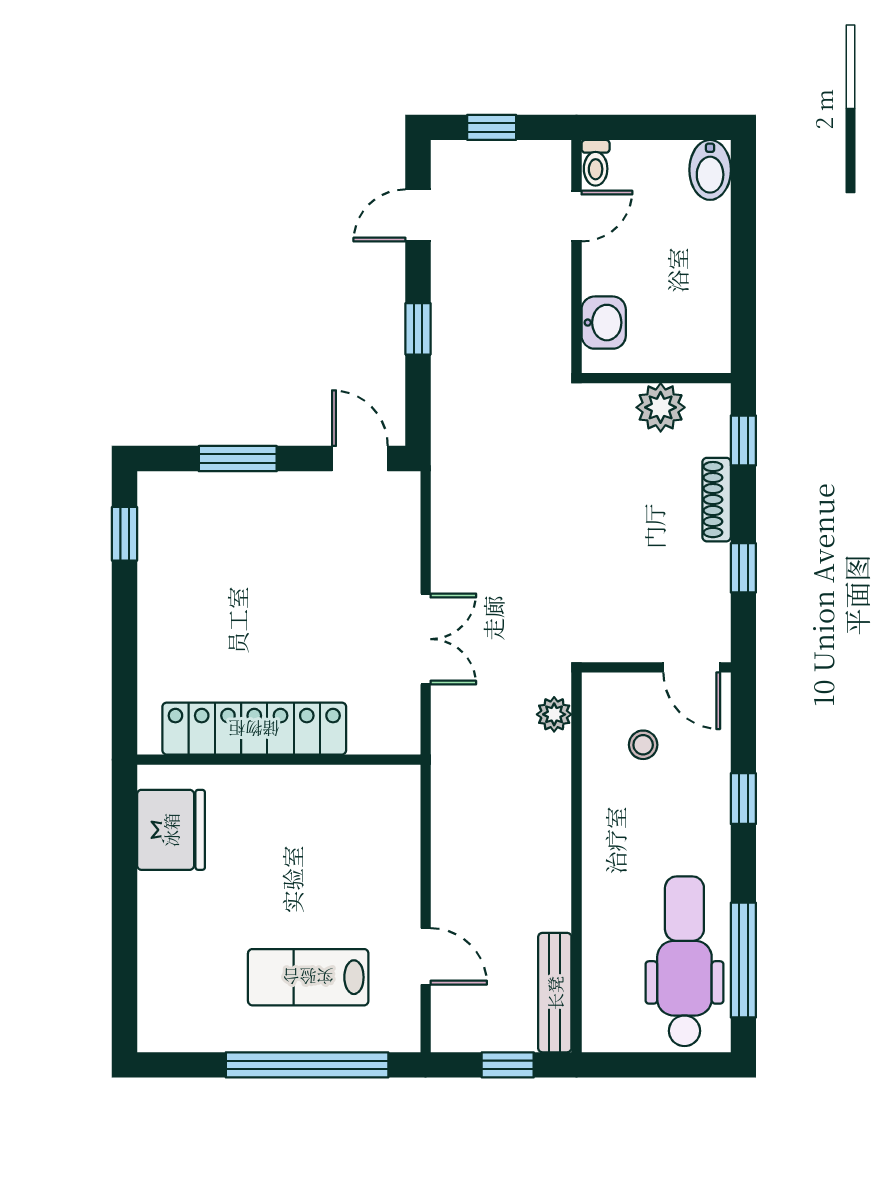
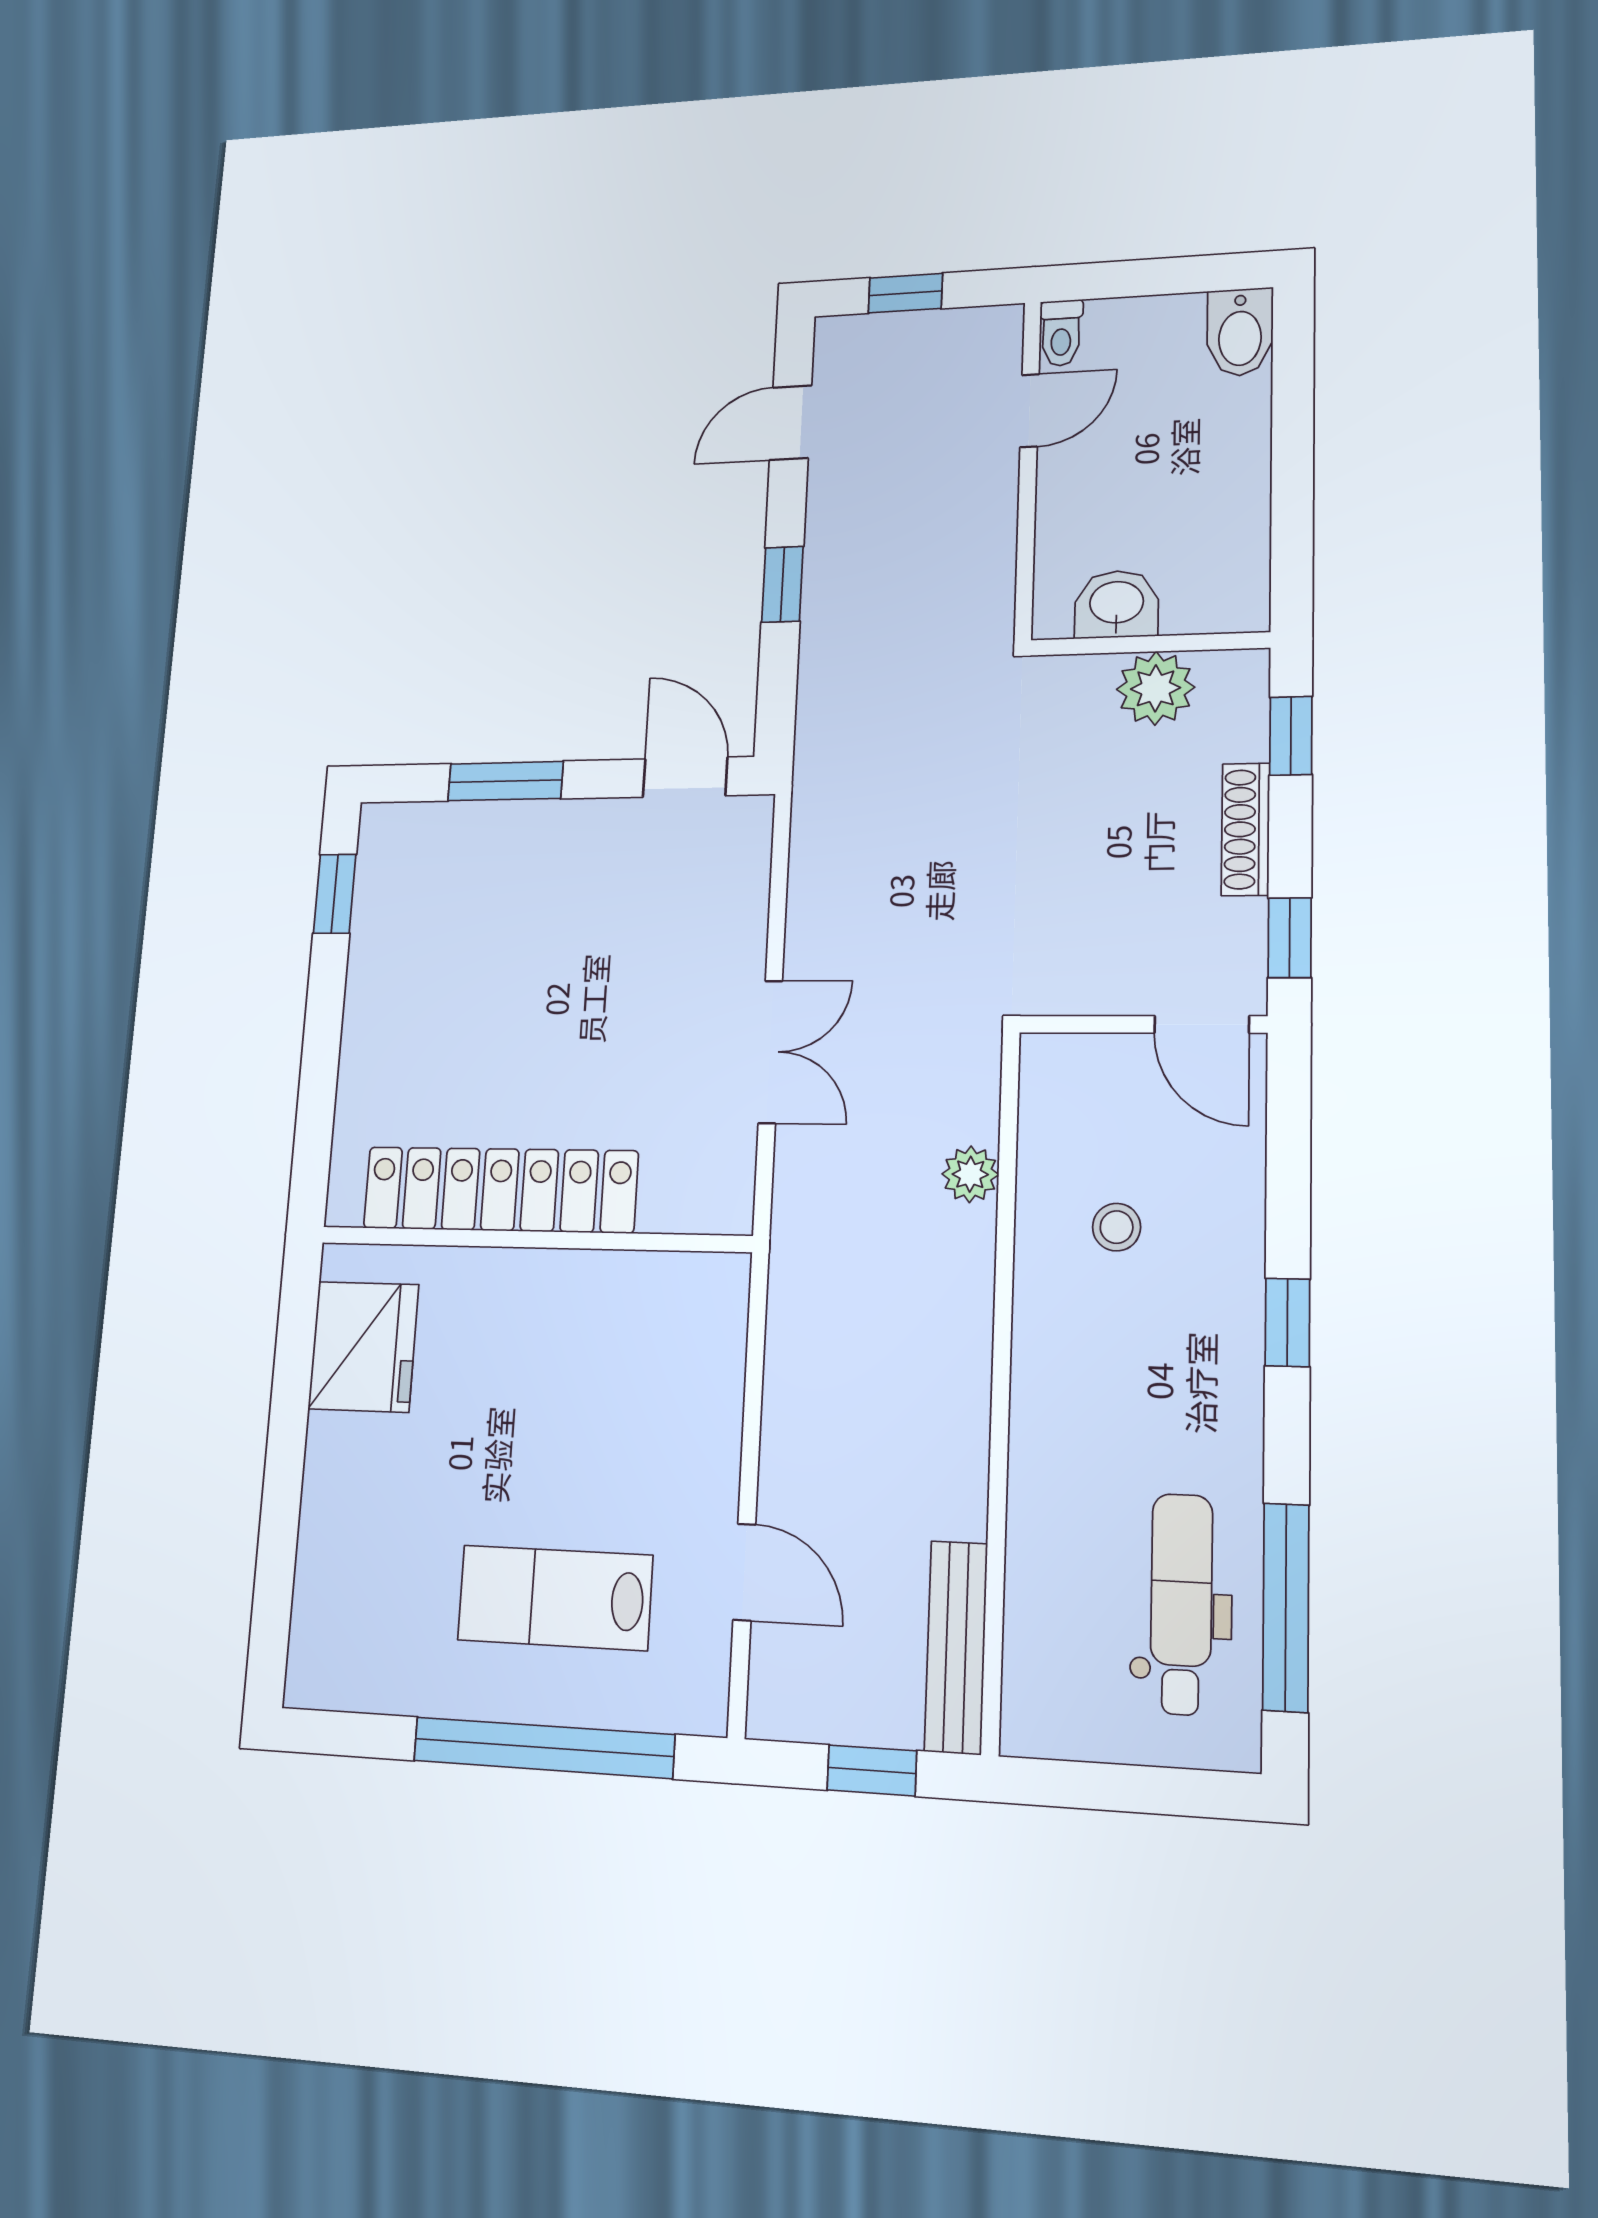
washbasin: (604, 323) -> (1117, 604), moved, turned -90
wall: (656, 667) -> (1142, 1024), moved
door: (692, 667) -> (1202, 1024), moved
dental chair: (684, 961) -> (1181, 1604), width x0.73, depth x0.72

